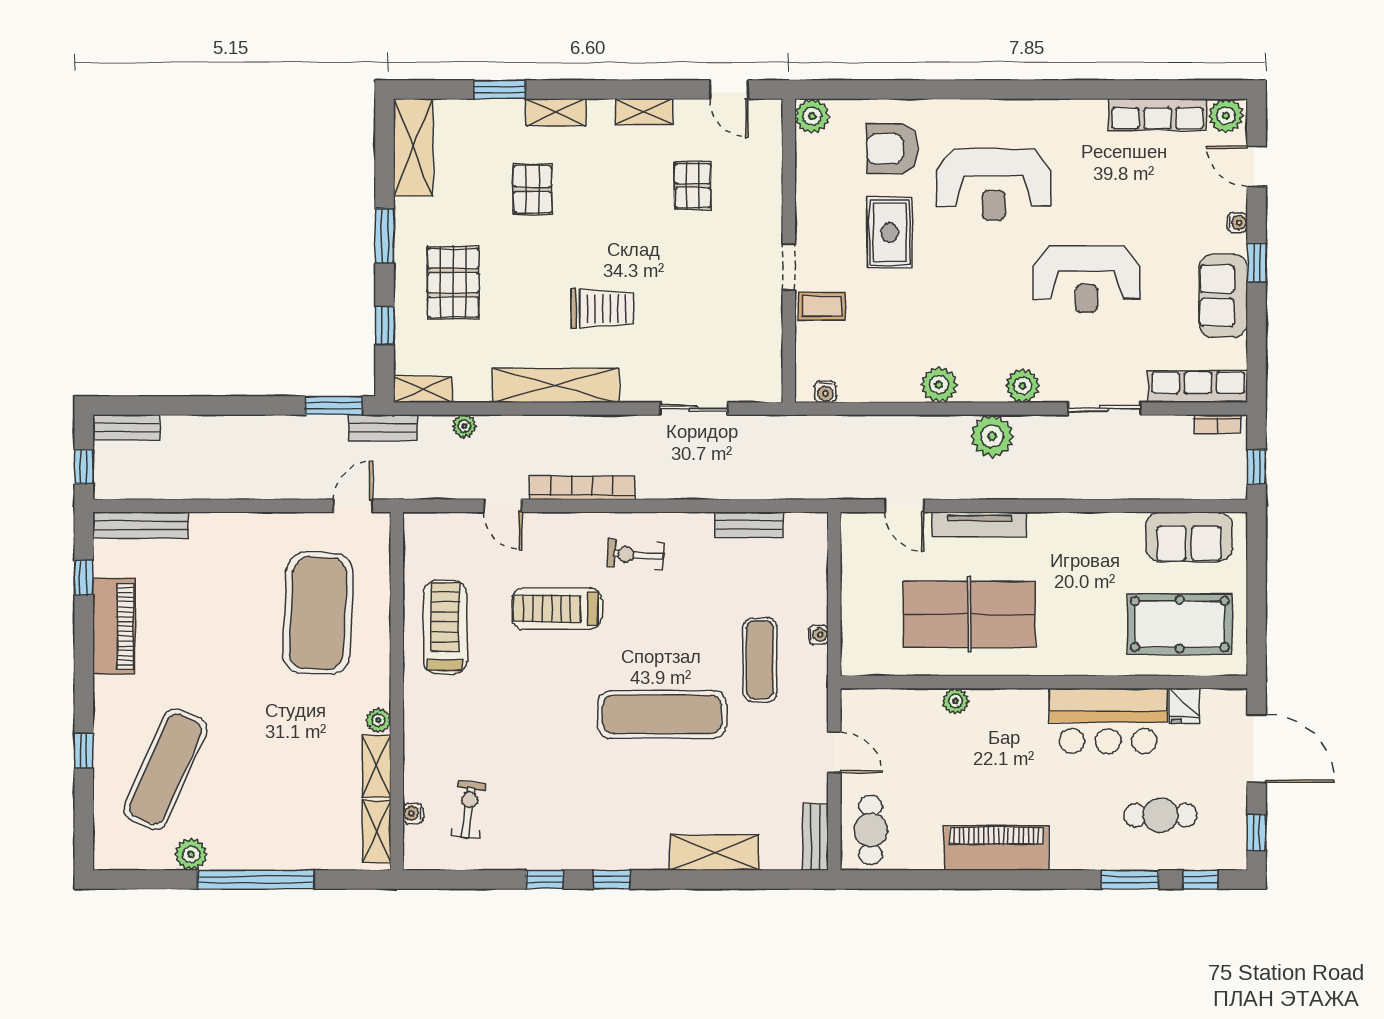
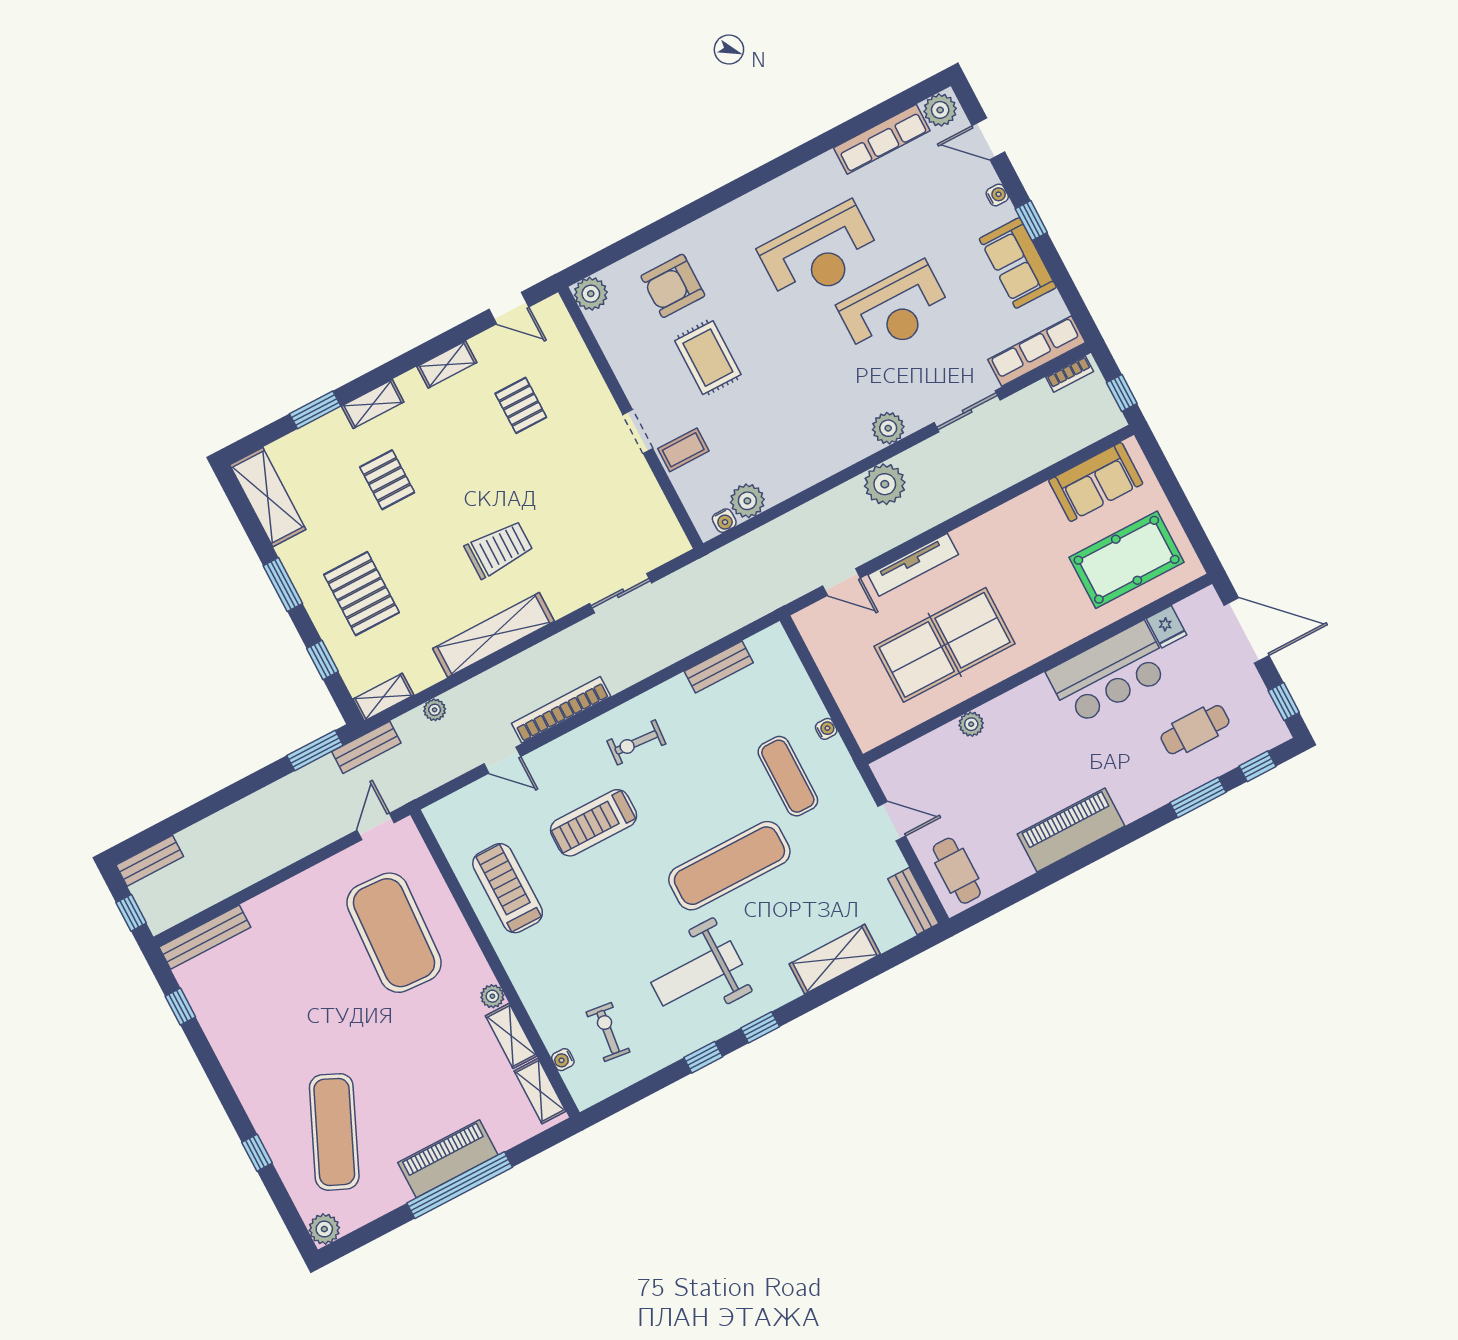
reception desk: (994, 185) -> (820, 254), moved
plant: (939, 385) -> (747, 501), moved
piano: (114, 626) -> (448, 1159), moved, turned -90
weight bench: (579, 798) -> (697, 973), added
plant: (191, 854) -> (324, 1229), moved

